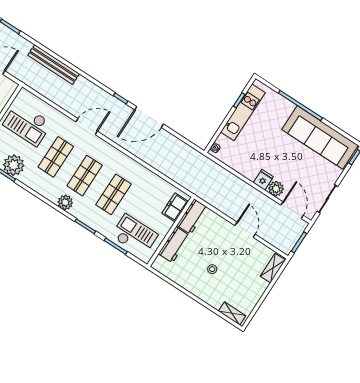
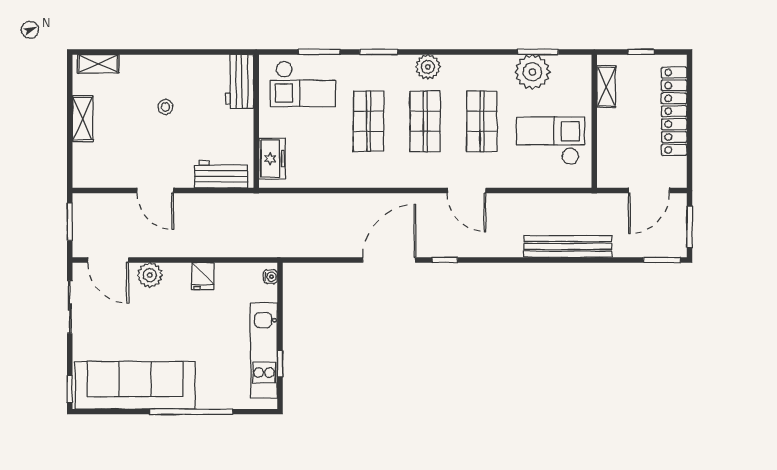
door: (87, 127) -> (467, 191), hinge flipped
fridge: (263, 180) -> (203, 276), moved
workbench: (192, 217) -> (221, 174), moved, turned 90
workbench: (174, 245) -> (240, 81), moved
shelving: (273, 268) -> (83, 119), moved

